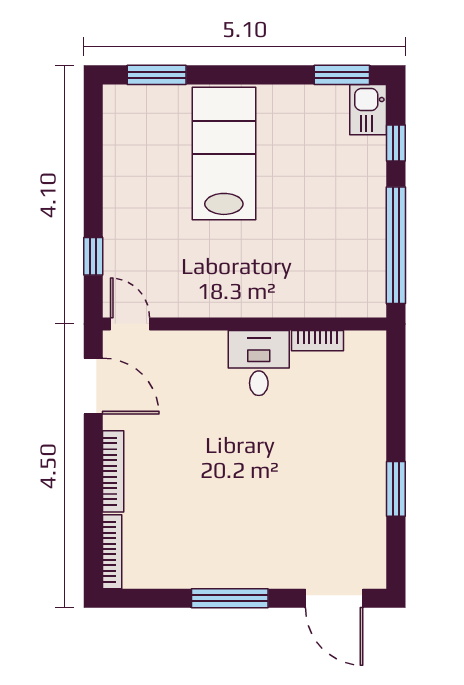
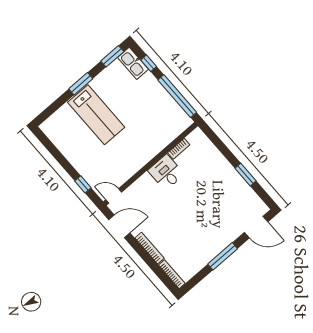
window: (157, 75) -> (81, 84), moved
kitchen sink: (368, 110) -> (133, 63), width x1.38
lab bench: (224, 153) -> (96, 115), turned 180

